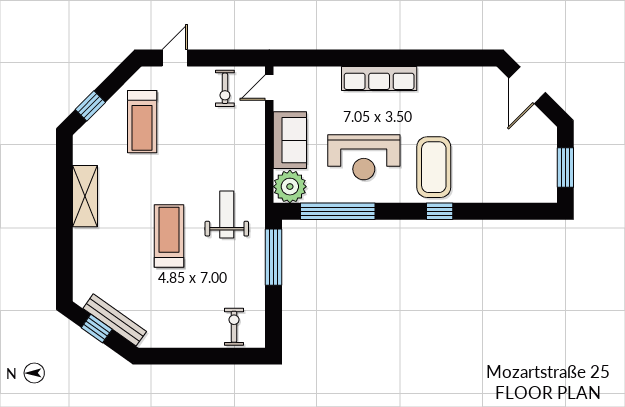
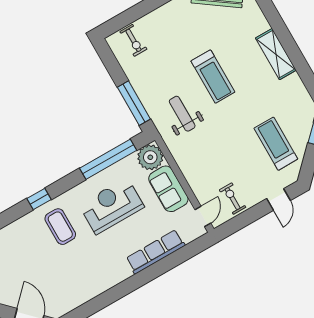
row of seats: (379, 78) -> (155, 252), moved
coffee table: (434, 167) -> (60, 227), width x0.73, depth x0.76
shelving: (85, 196) -> (276, 54), moved
weight bench: (227, 215) -> (182, 114), turned 180

